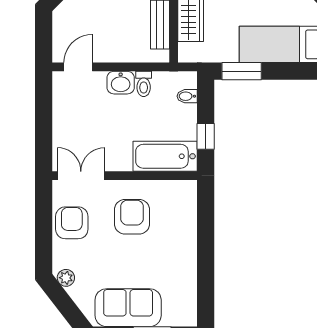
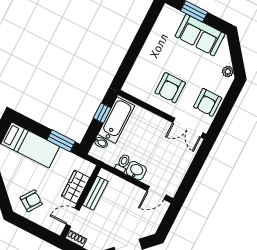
bathtub: (165, 156) -> (116, 120), moved, turned -90

